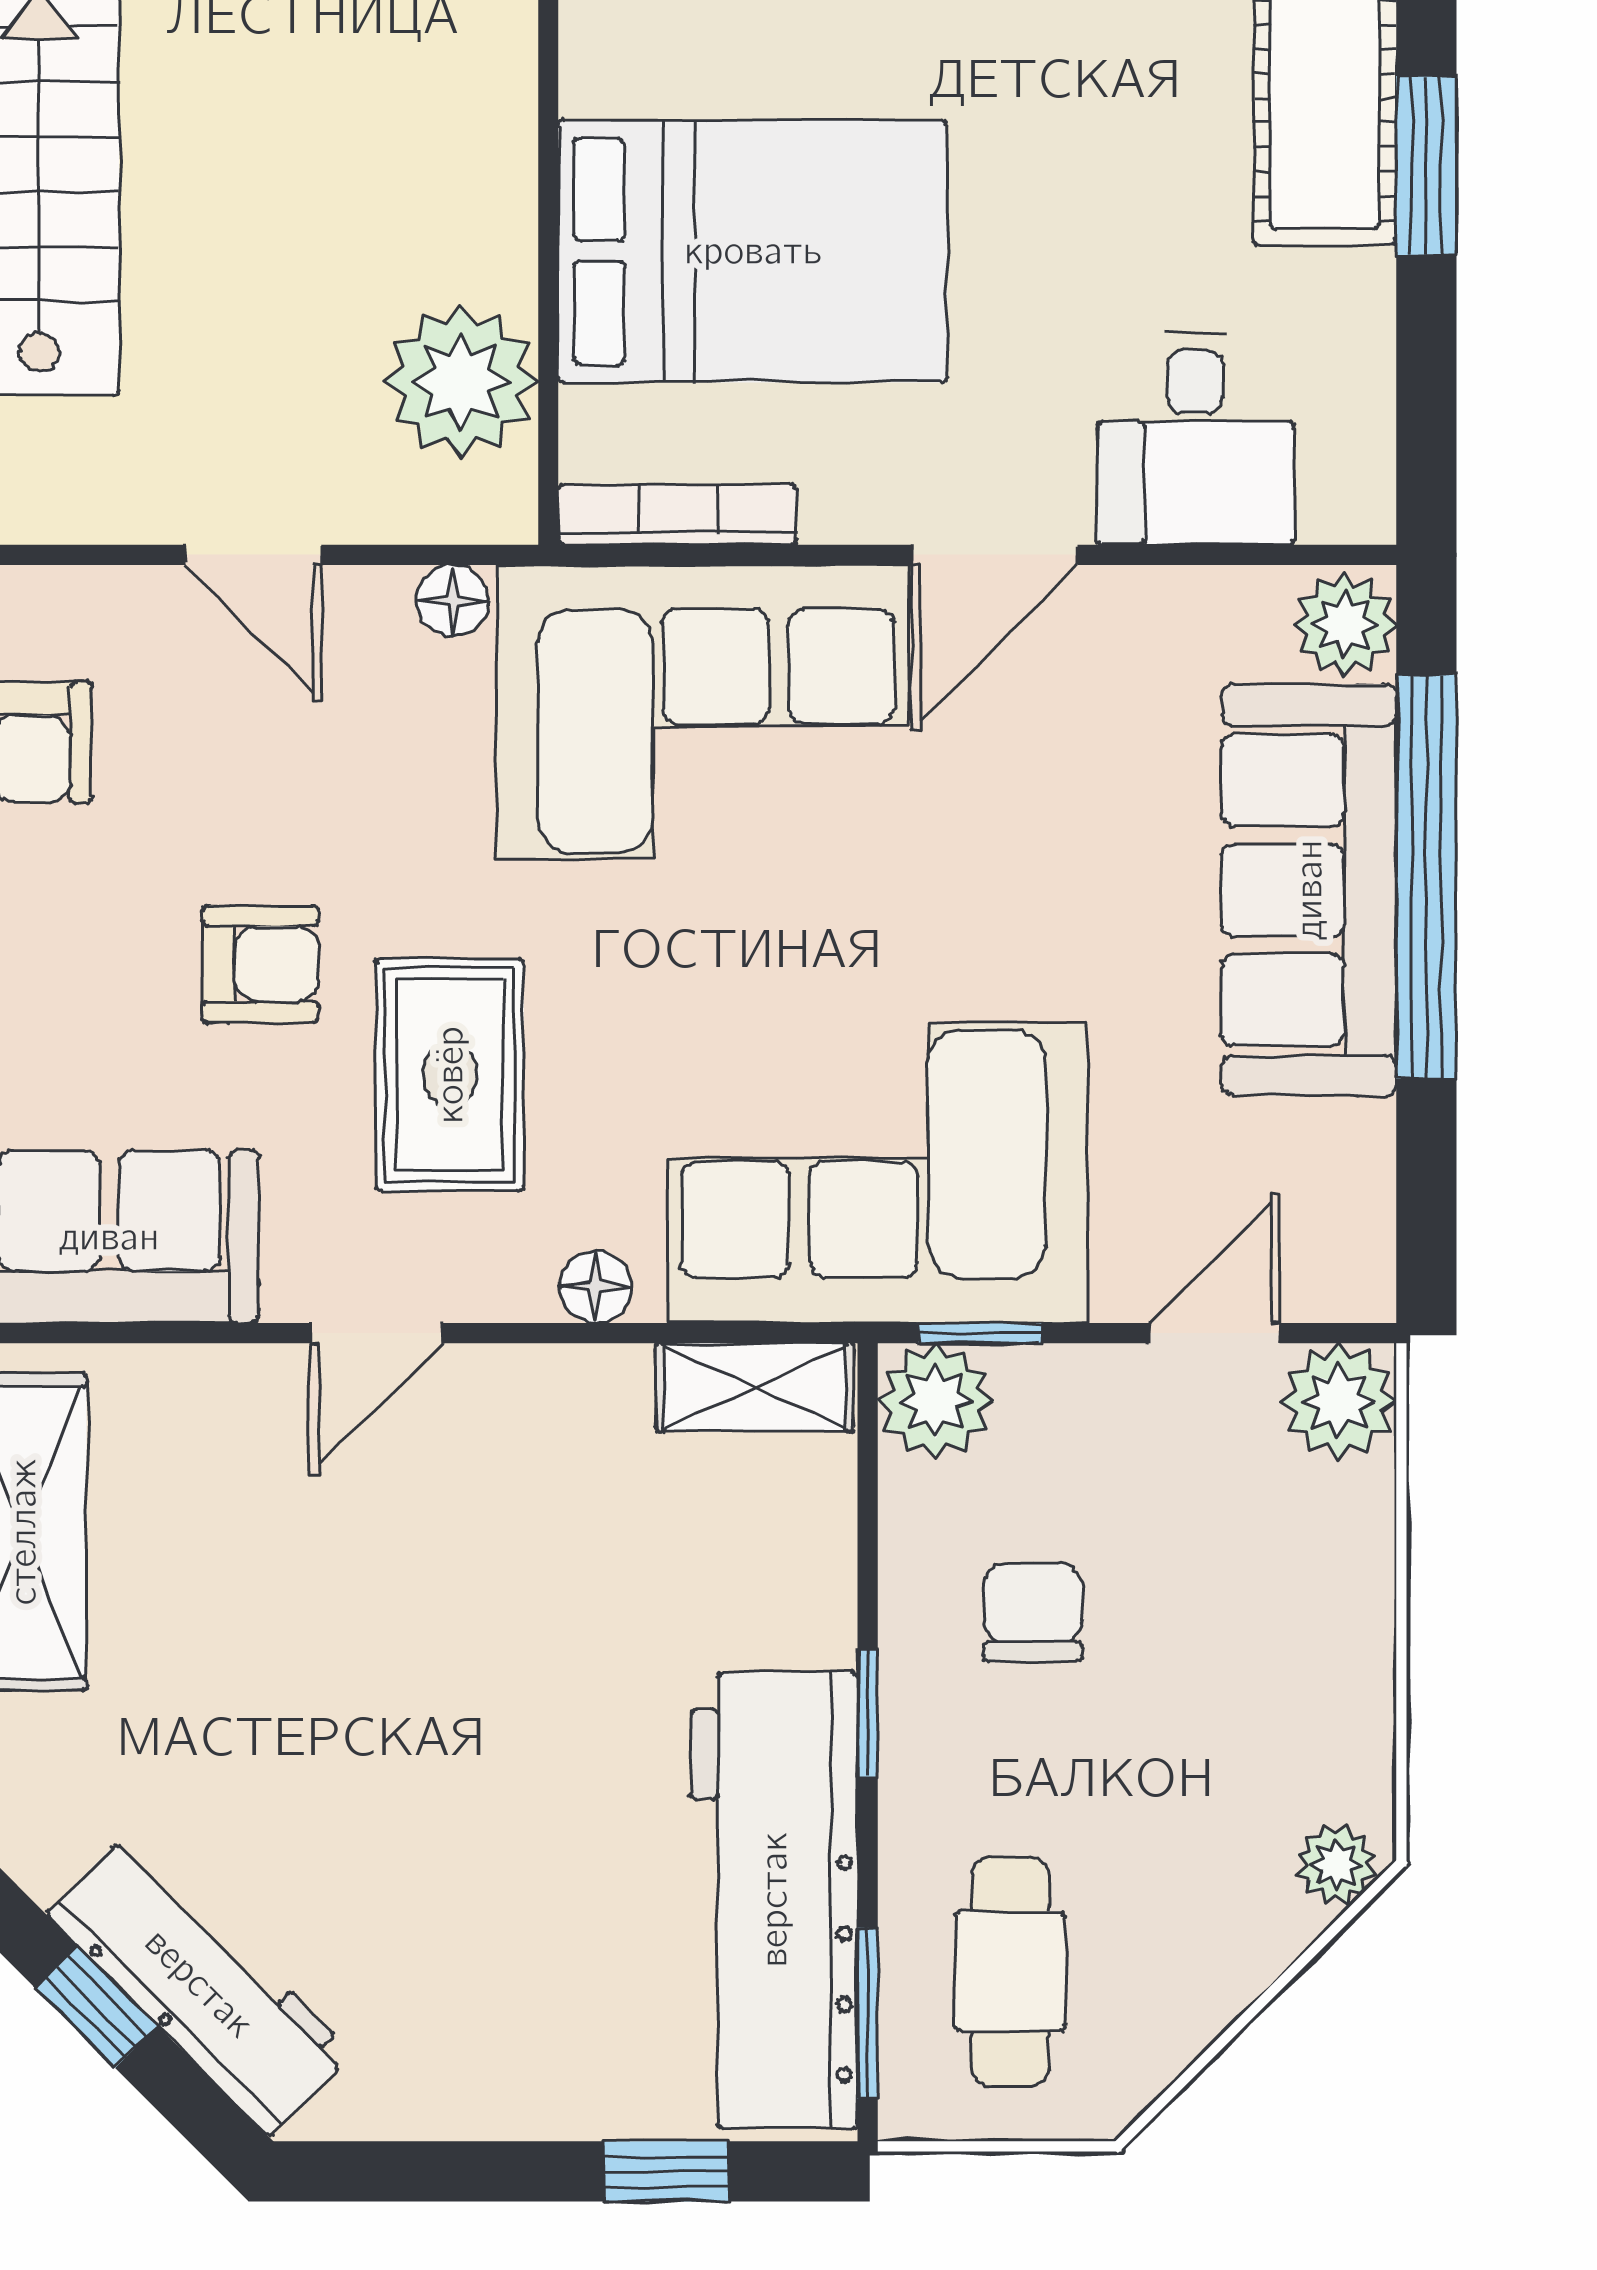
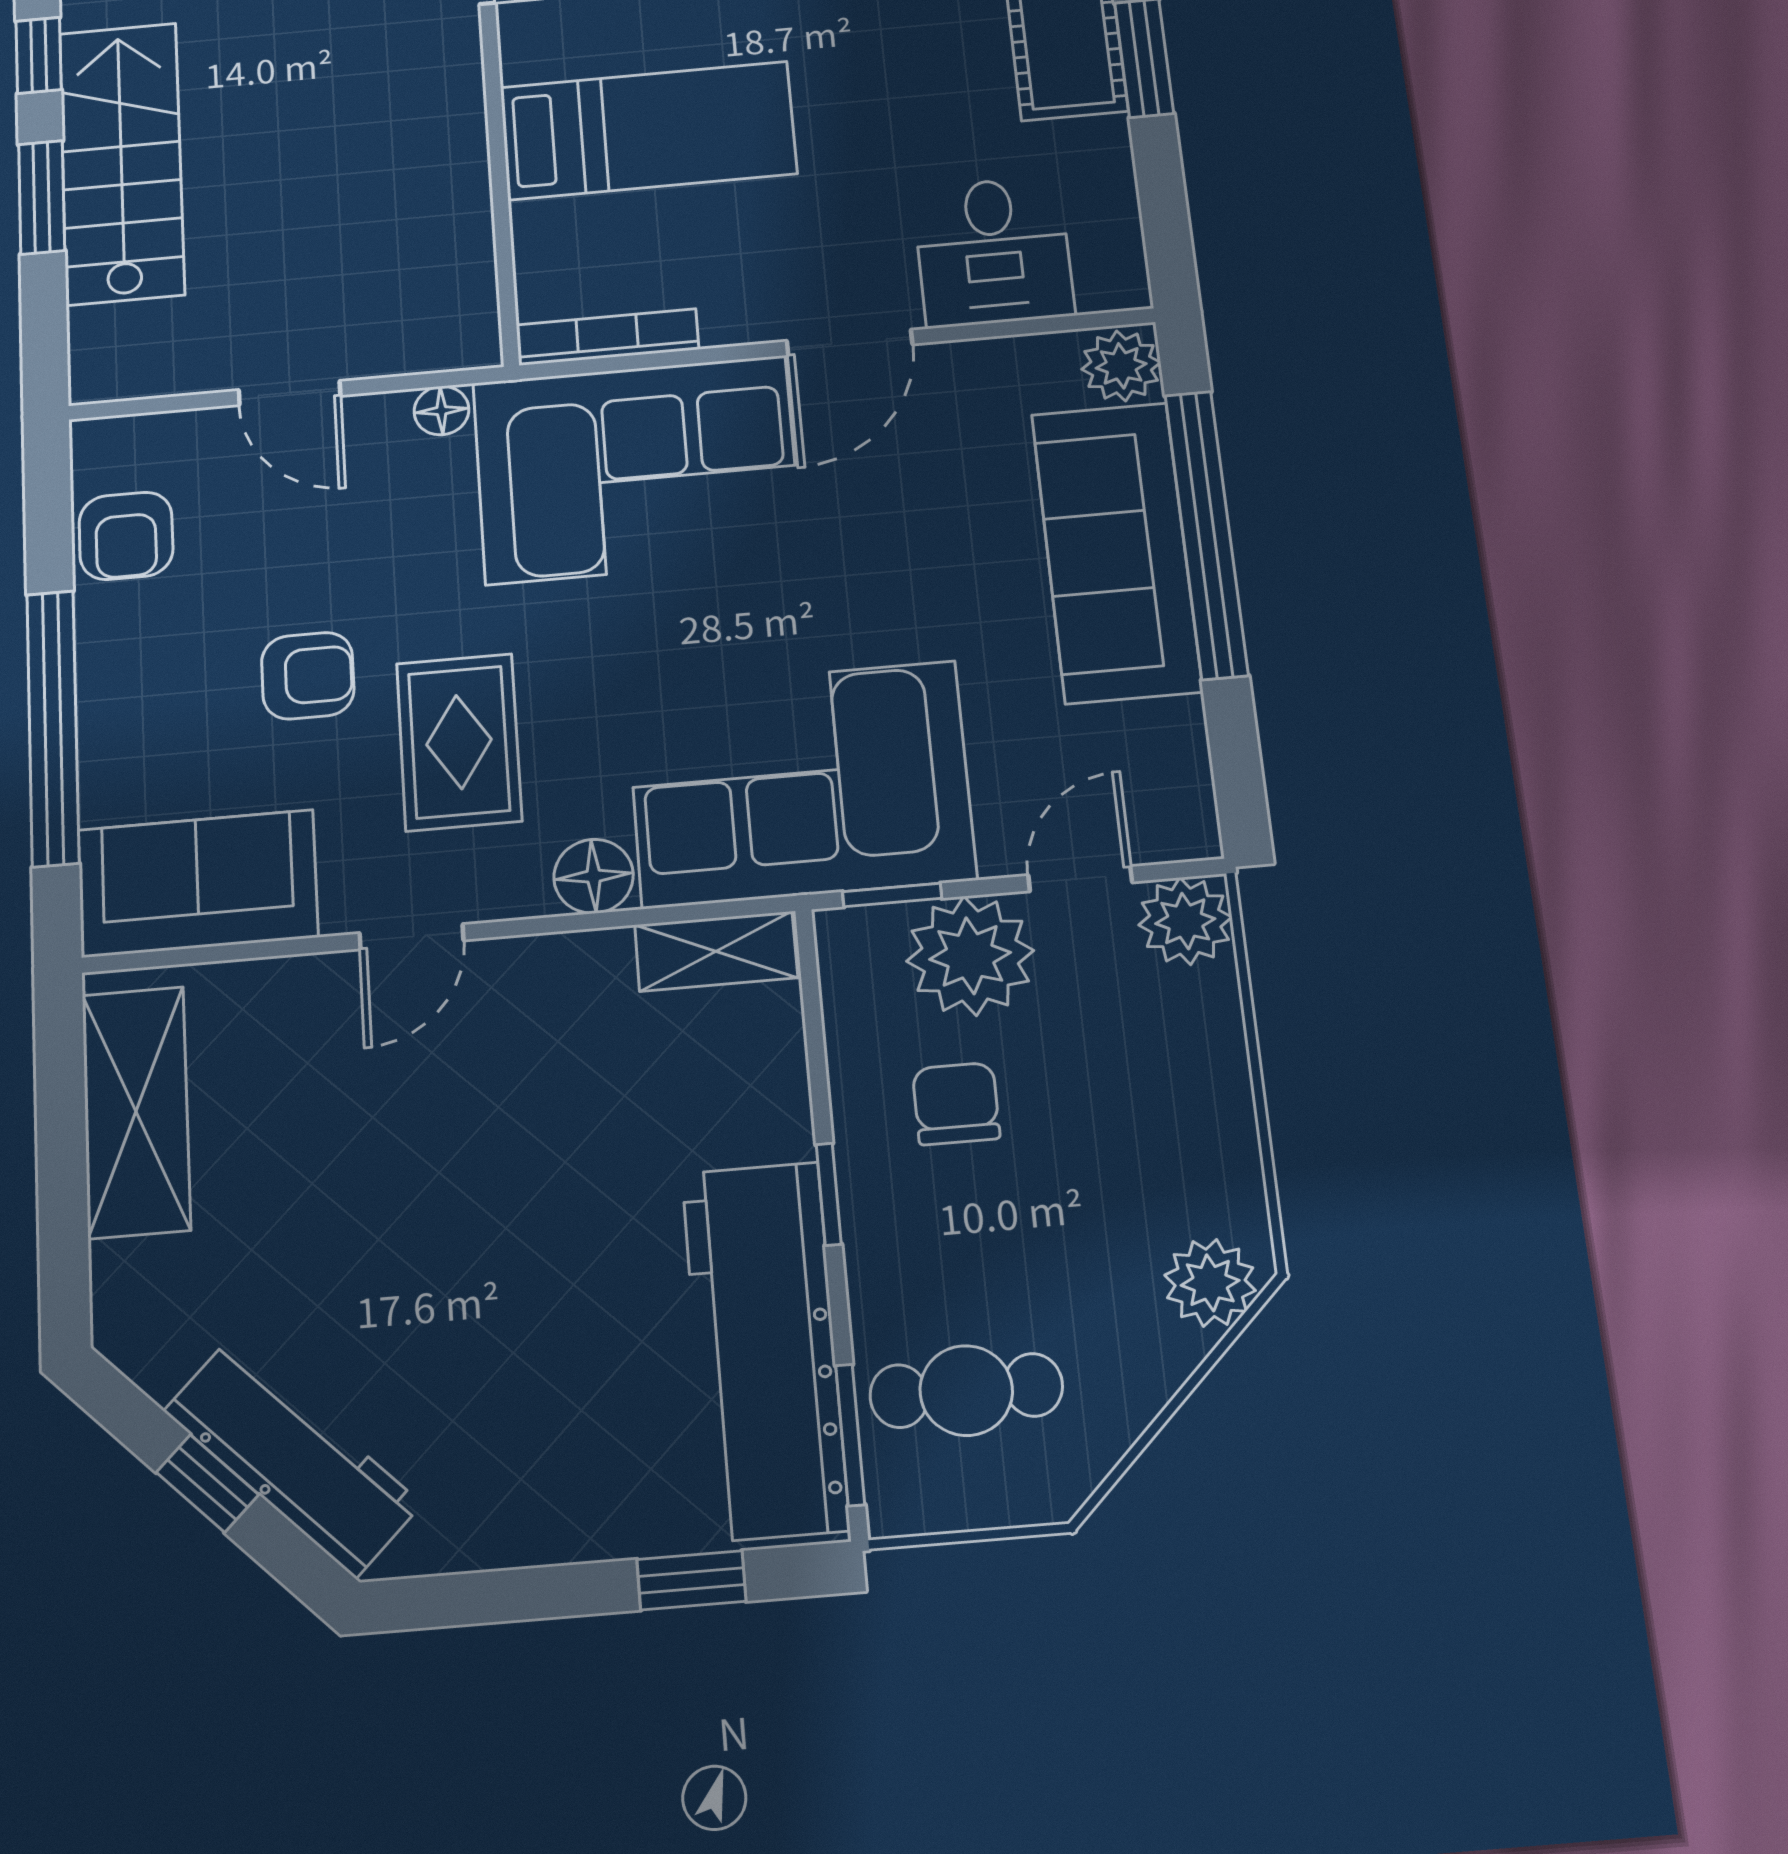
bed: (753, 251) -> (648, 130), width x0.67
plant: (461, 381) -> (439, 264), removed
floor lamp: (595, 1287) -> (594, 876), width x1.37, depth x1.37
plant: (936, 1401) -> (970, 956), moved, width x1.36, depth x1.36
plant: (1336, 1864) -> (1210, 1283), width x1.38, depth x1.38
cafe table: (1010, 1971) -> (966, 1391), turned 90

